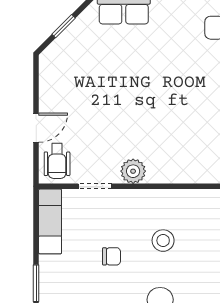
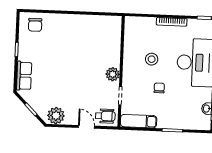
plant: (54, 72) -> (56, 116), added

